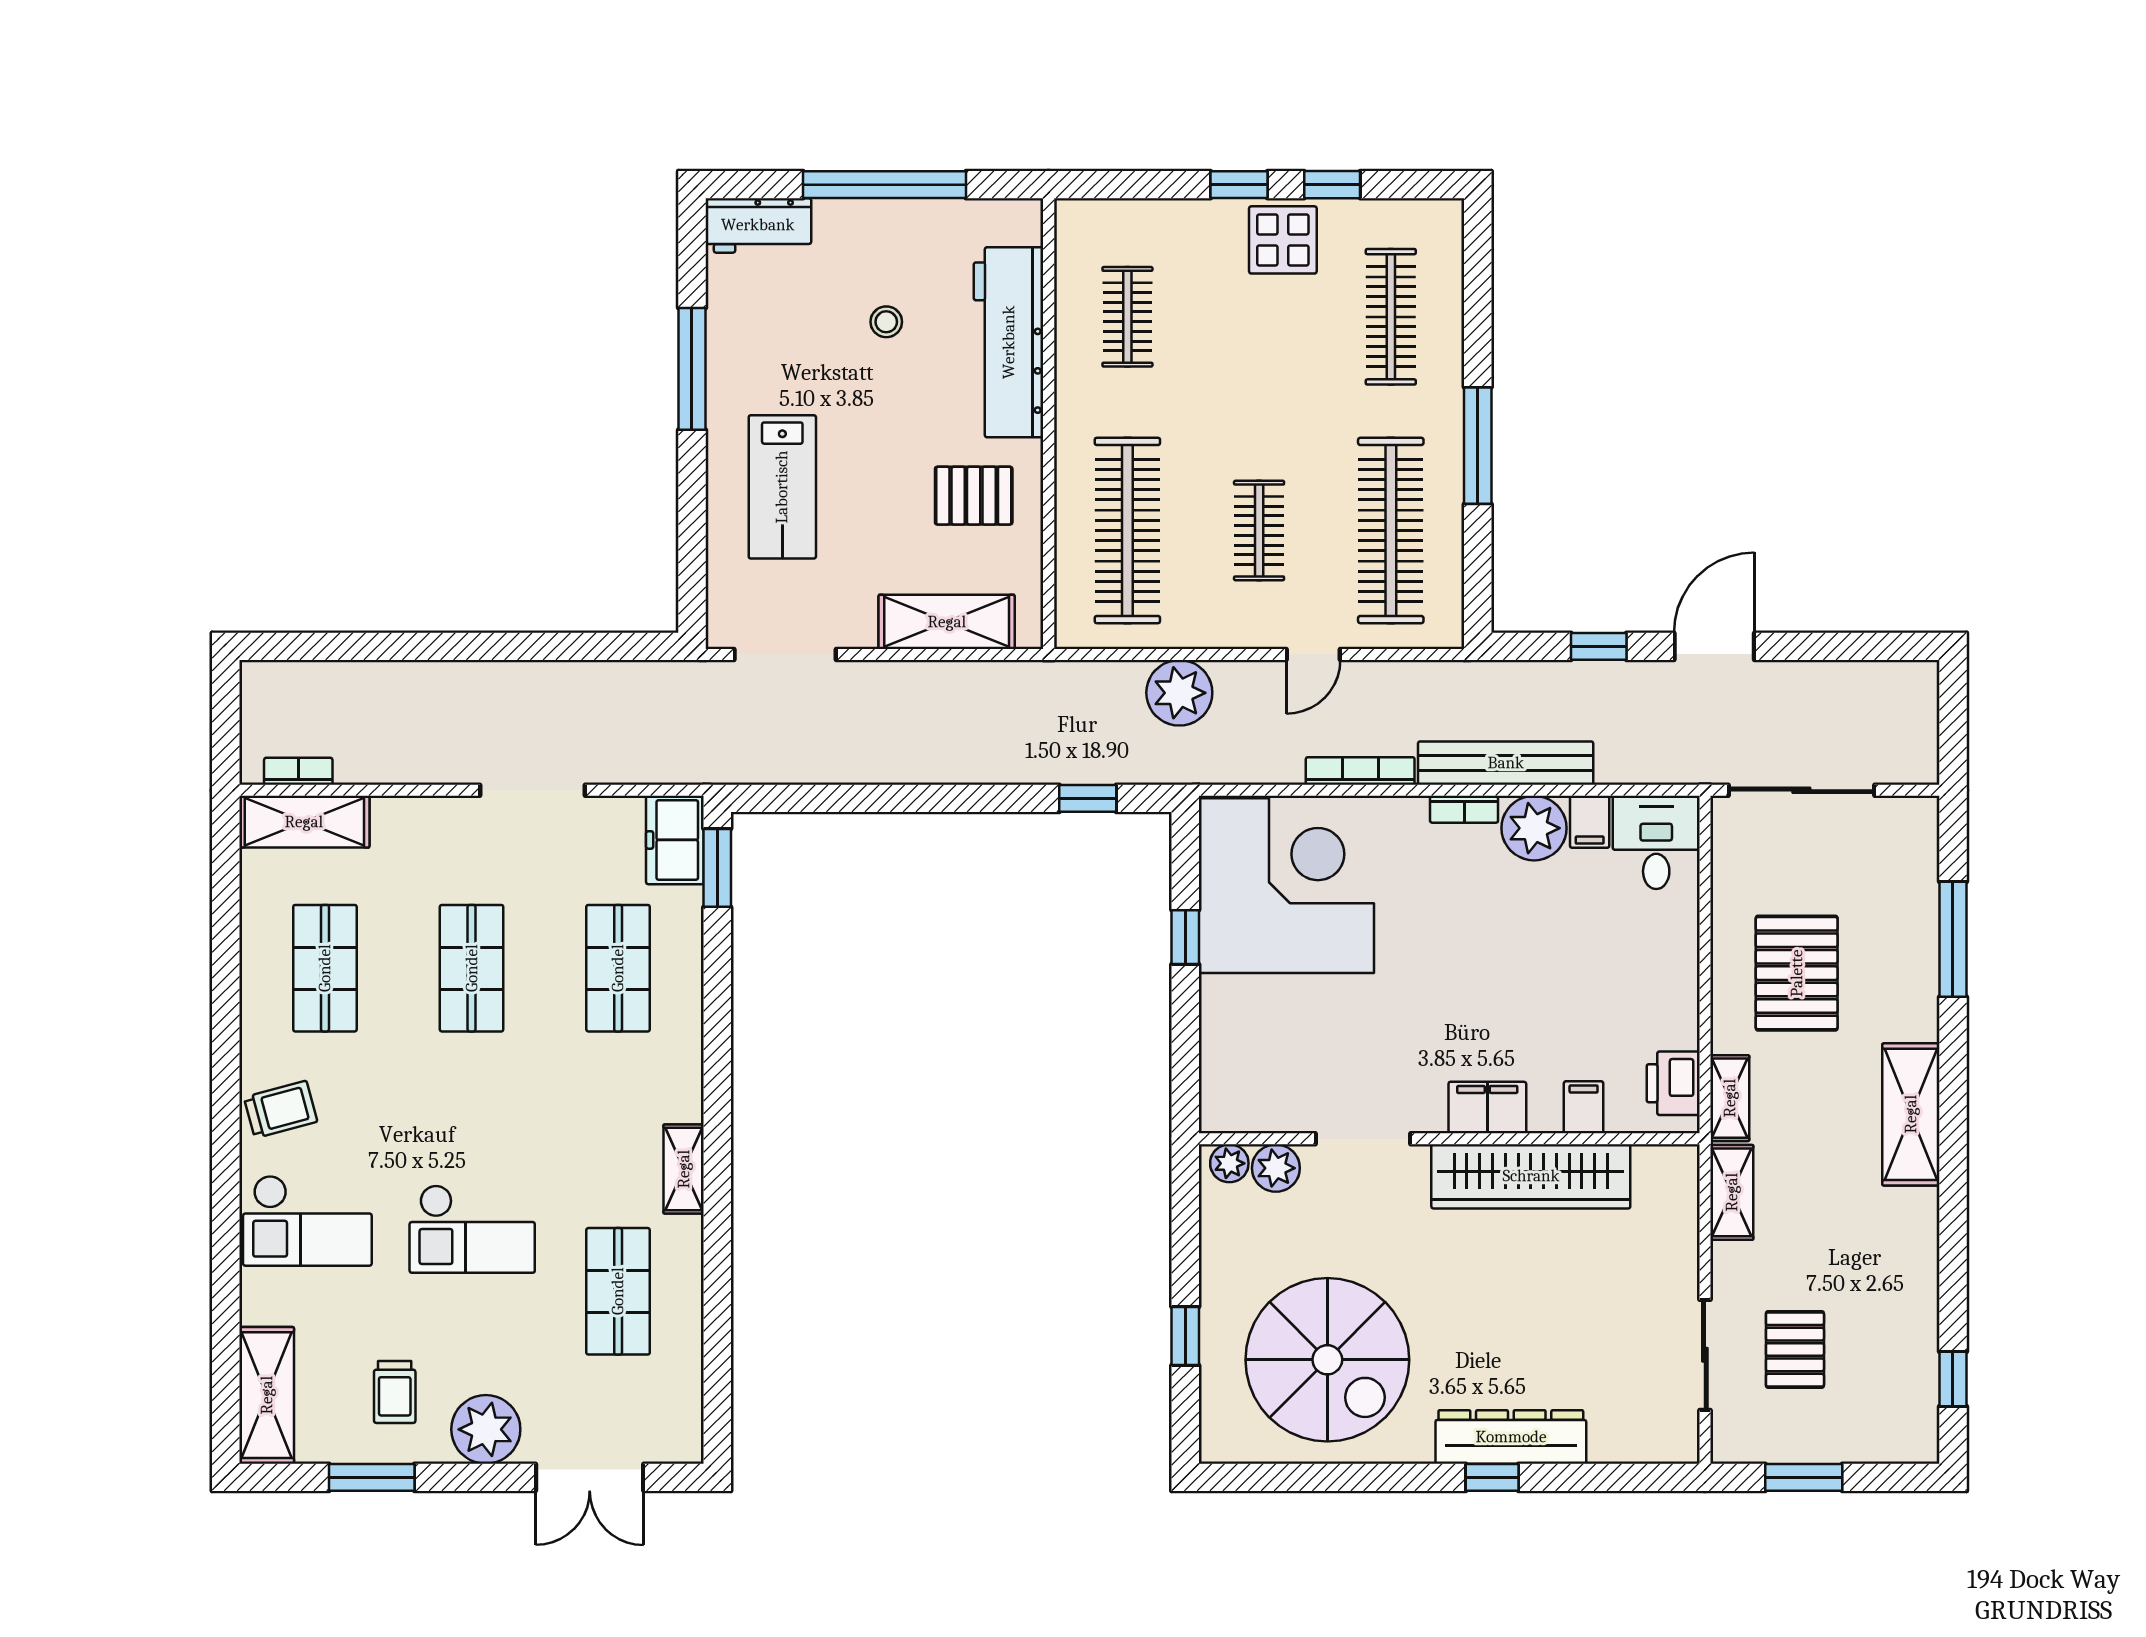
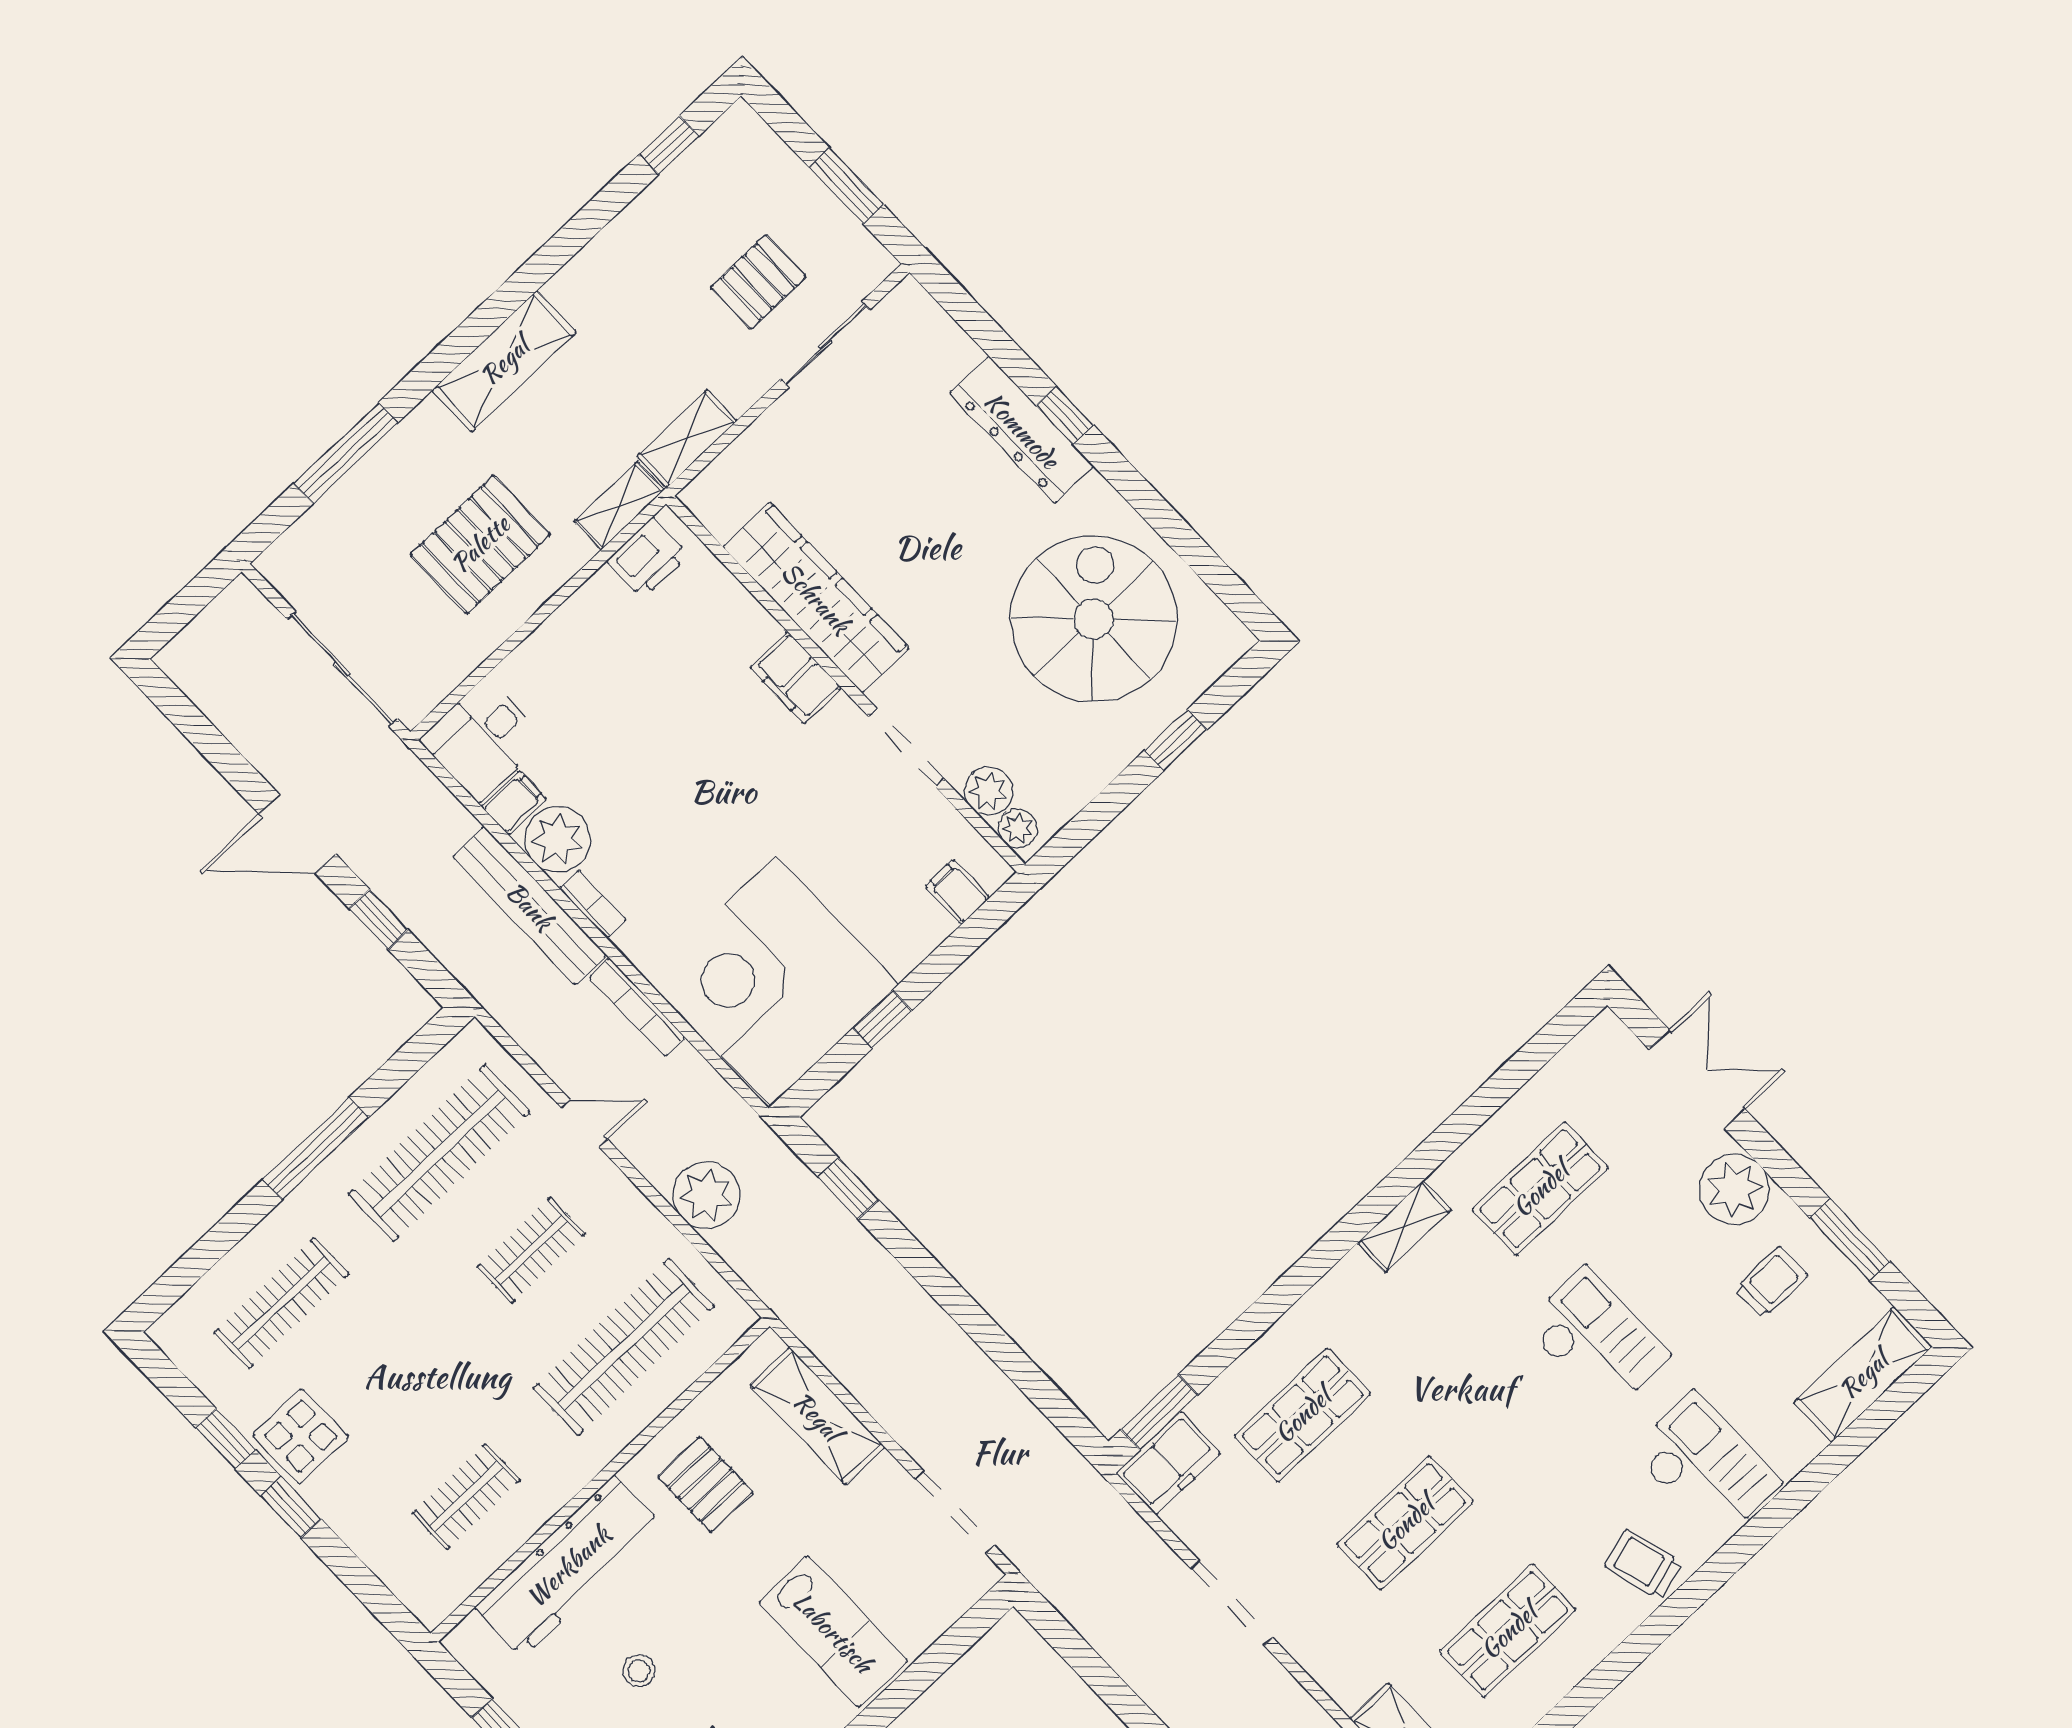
lab bench: (782, 487) -> (833, 1632), turned 90
filing cabinet: (1584, 1107) -> (957, 892), moved, turned 90

